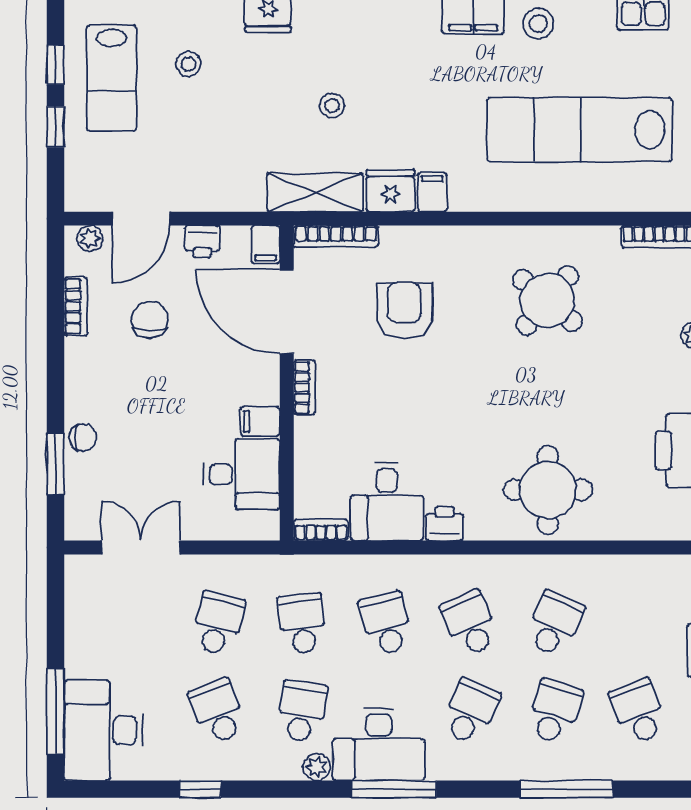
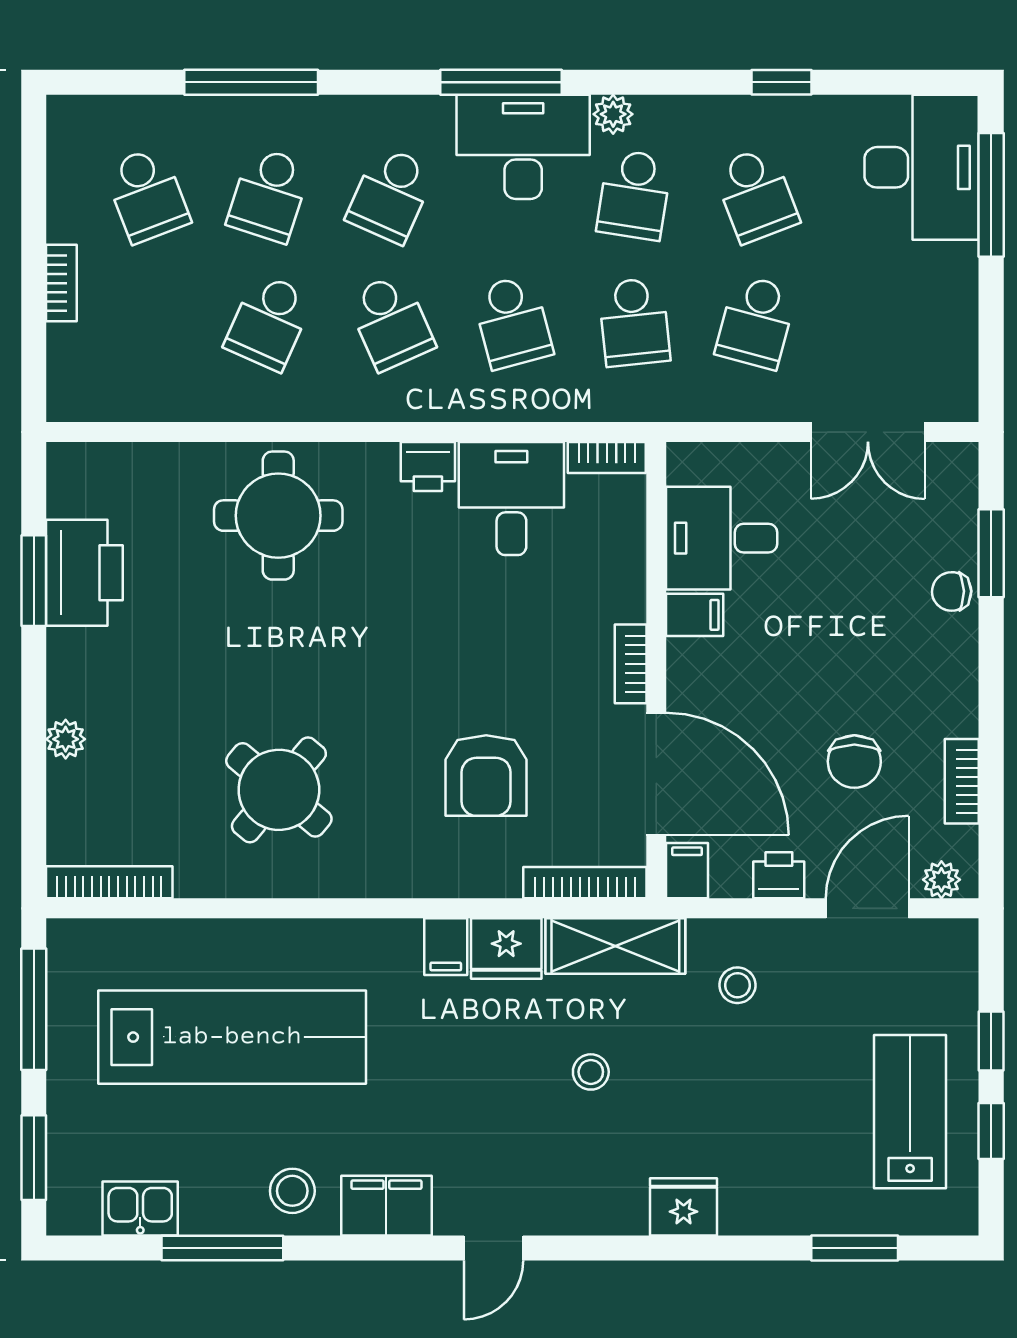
stool: (188, 64) -> (737, 985), moved

